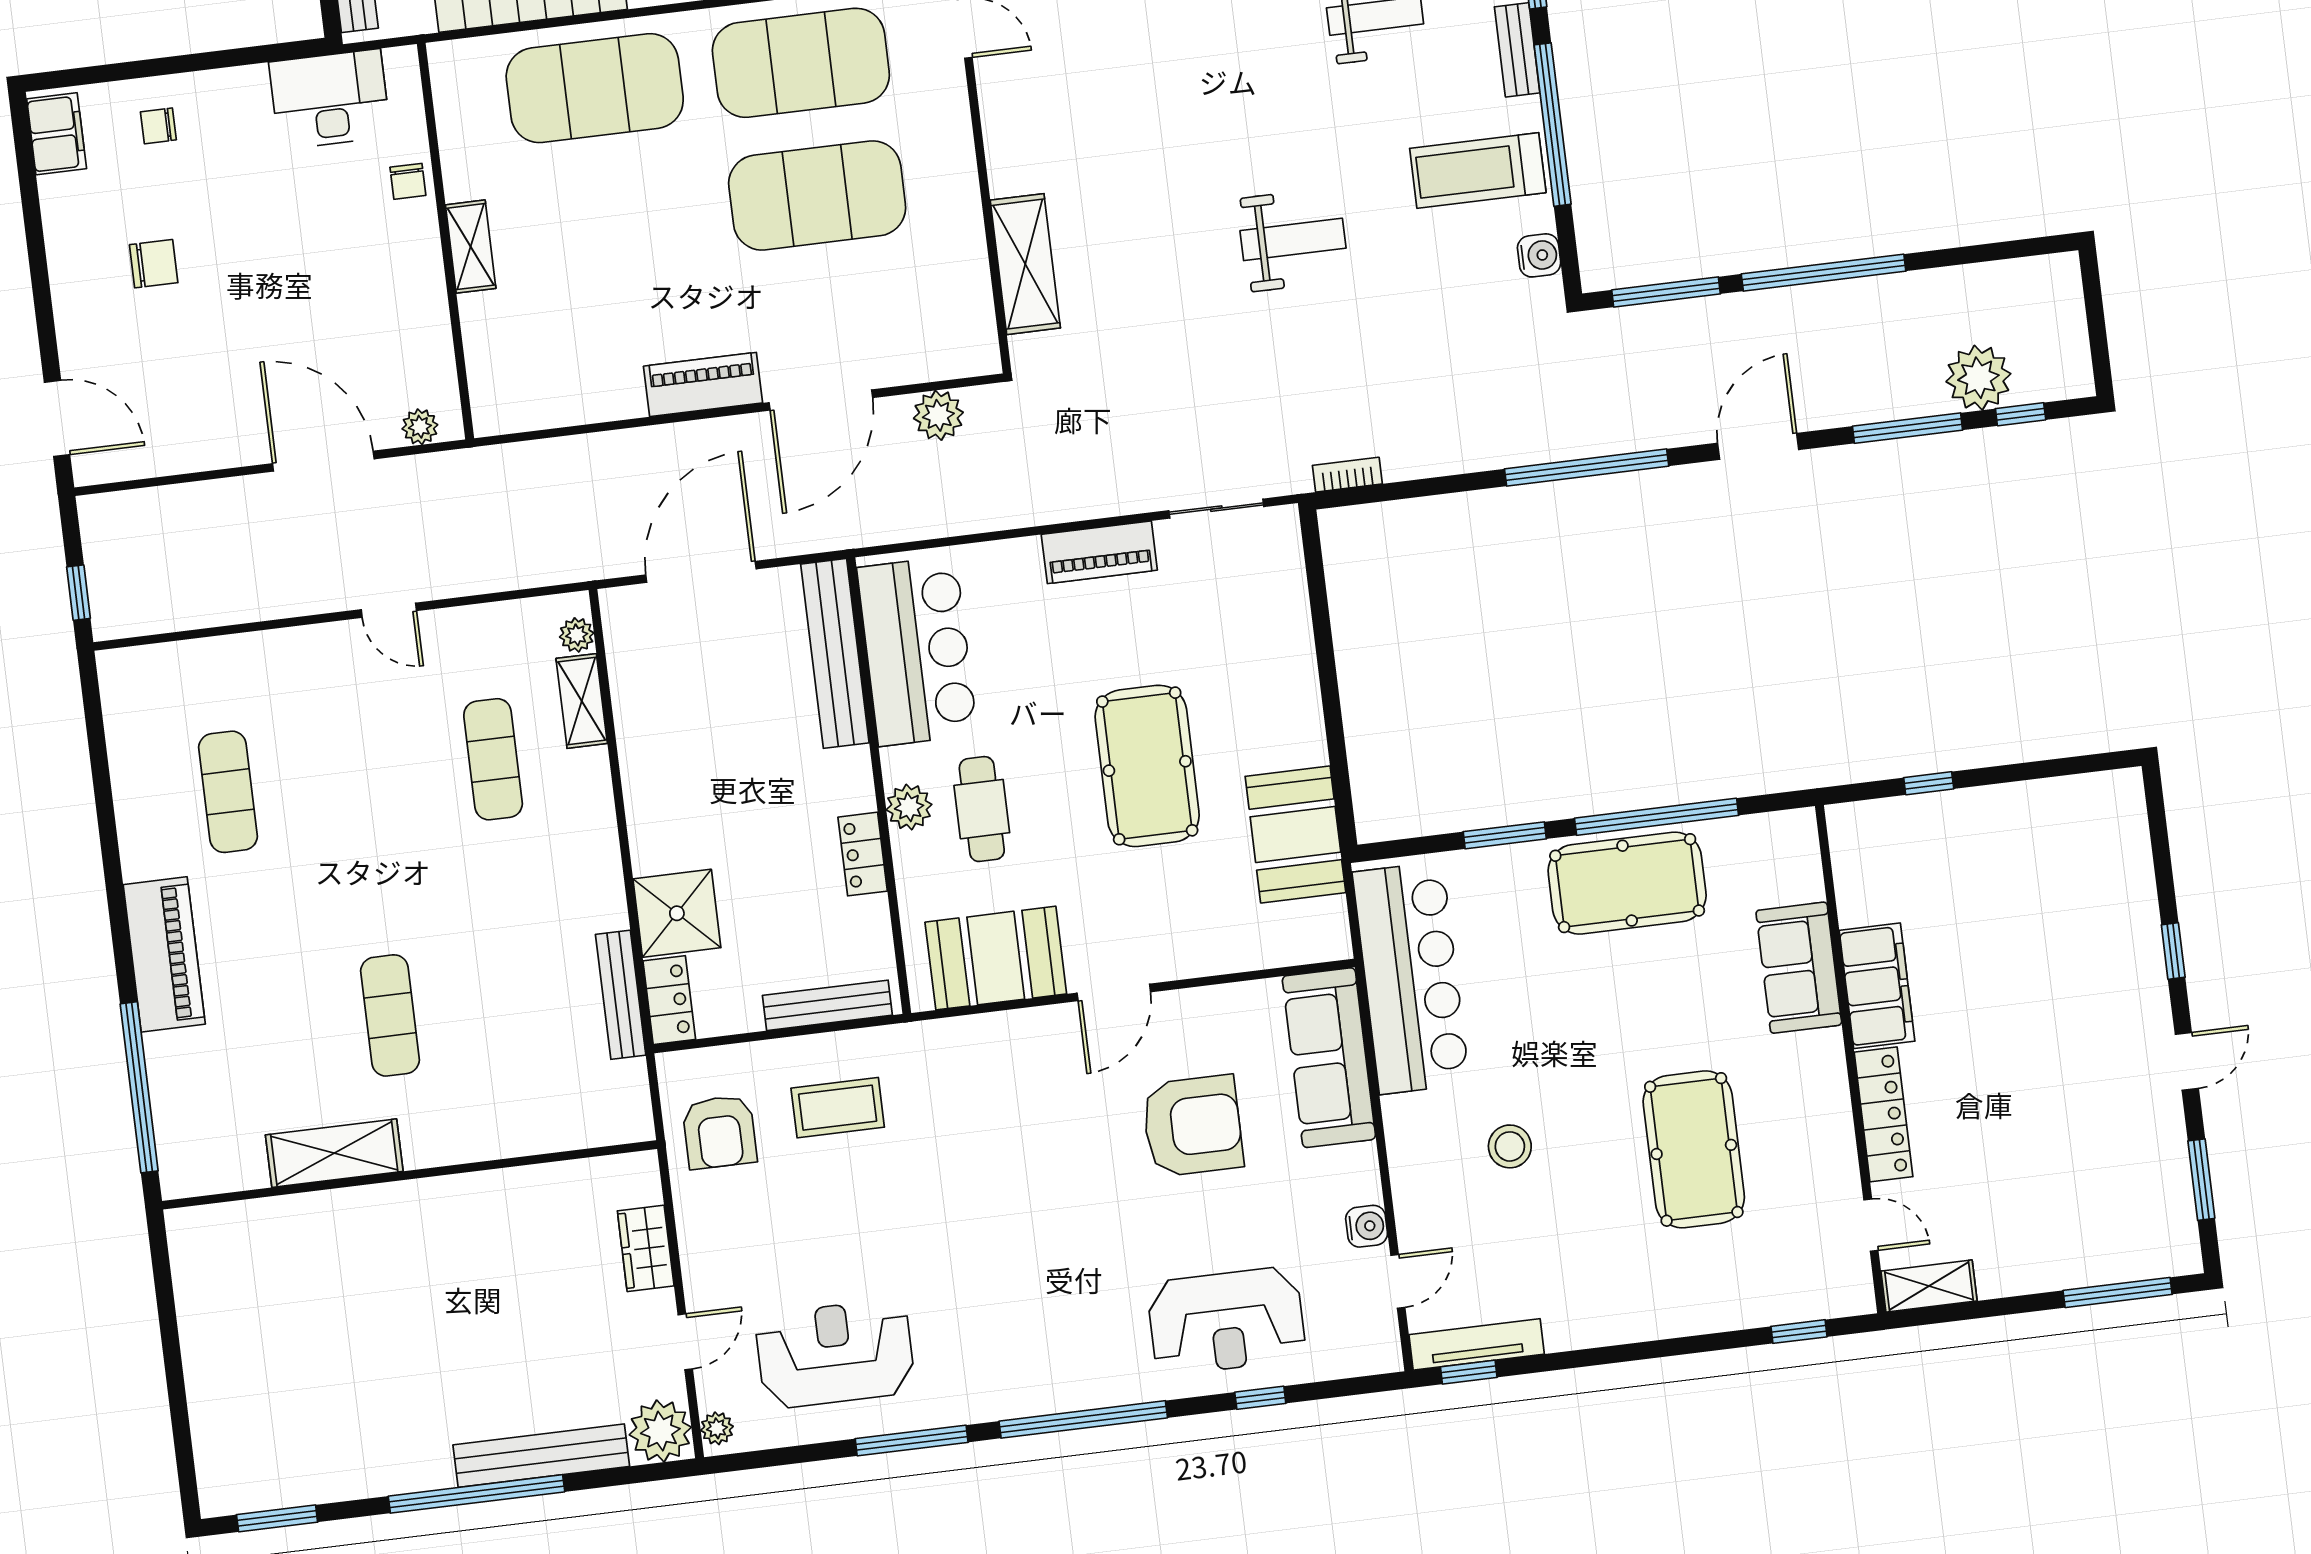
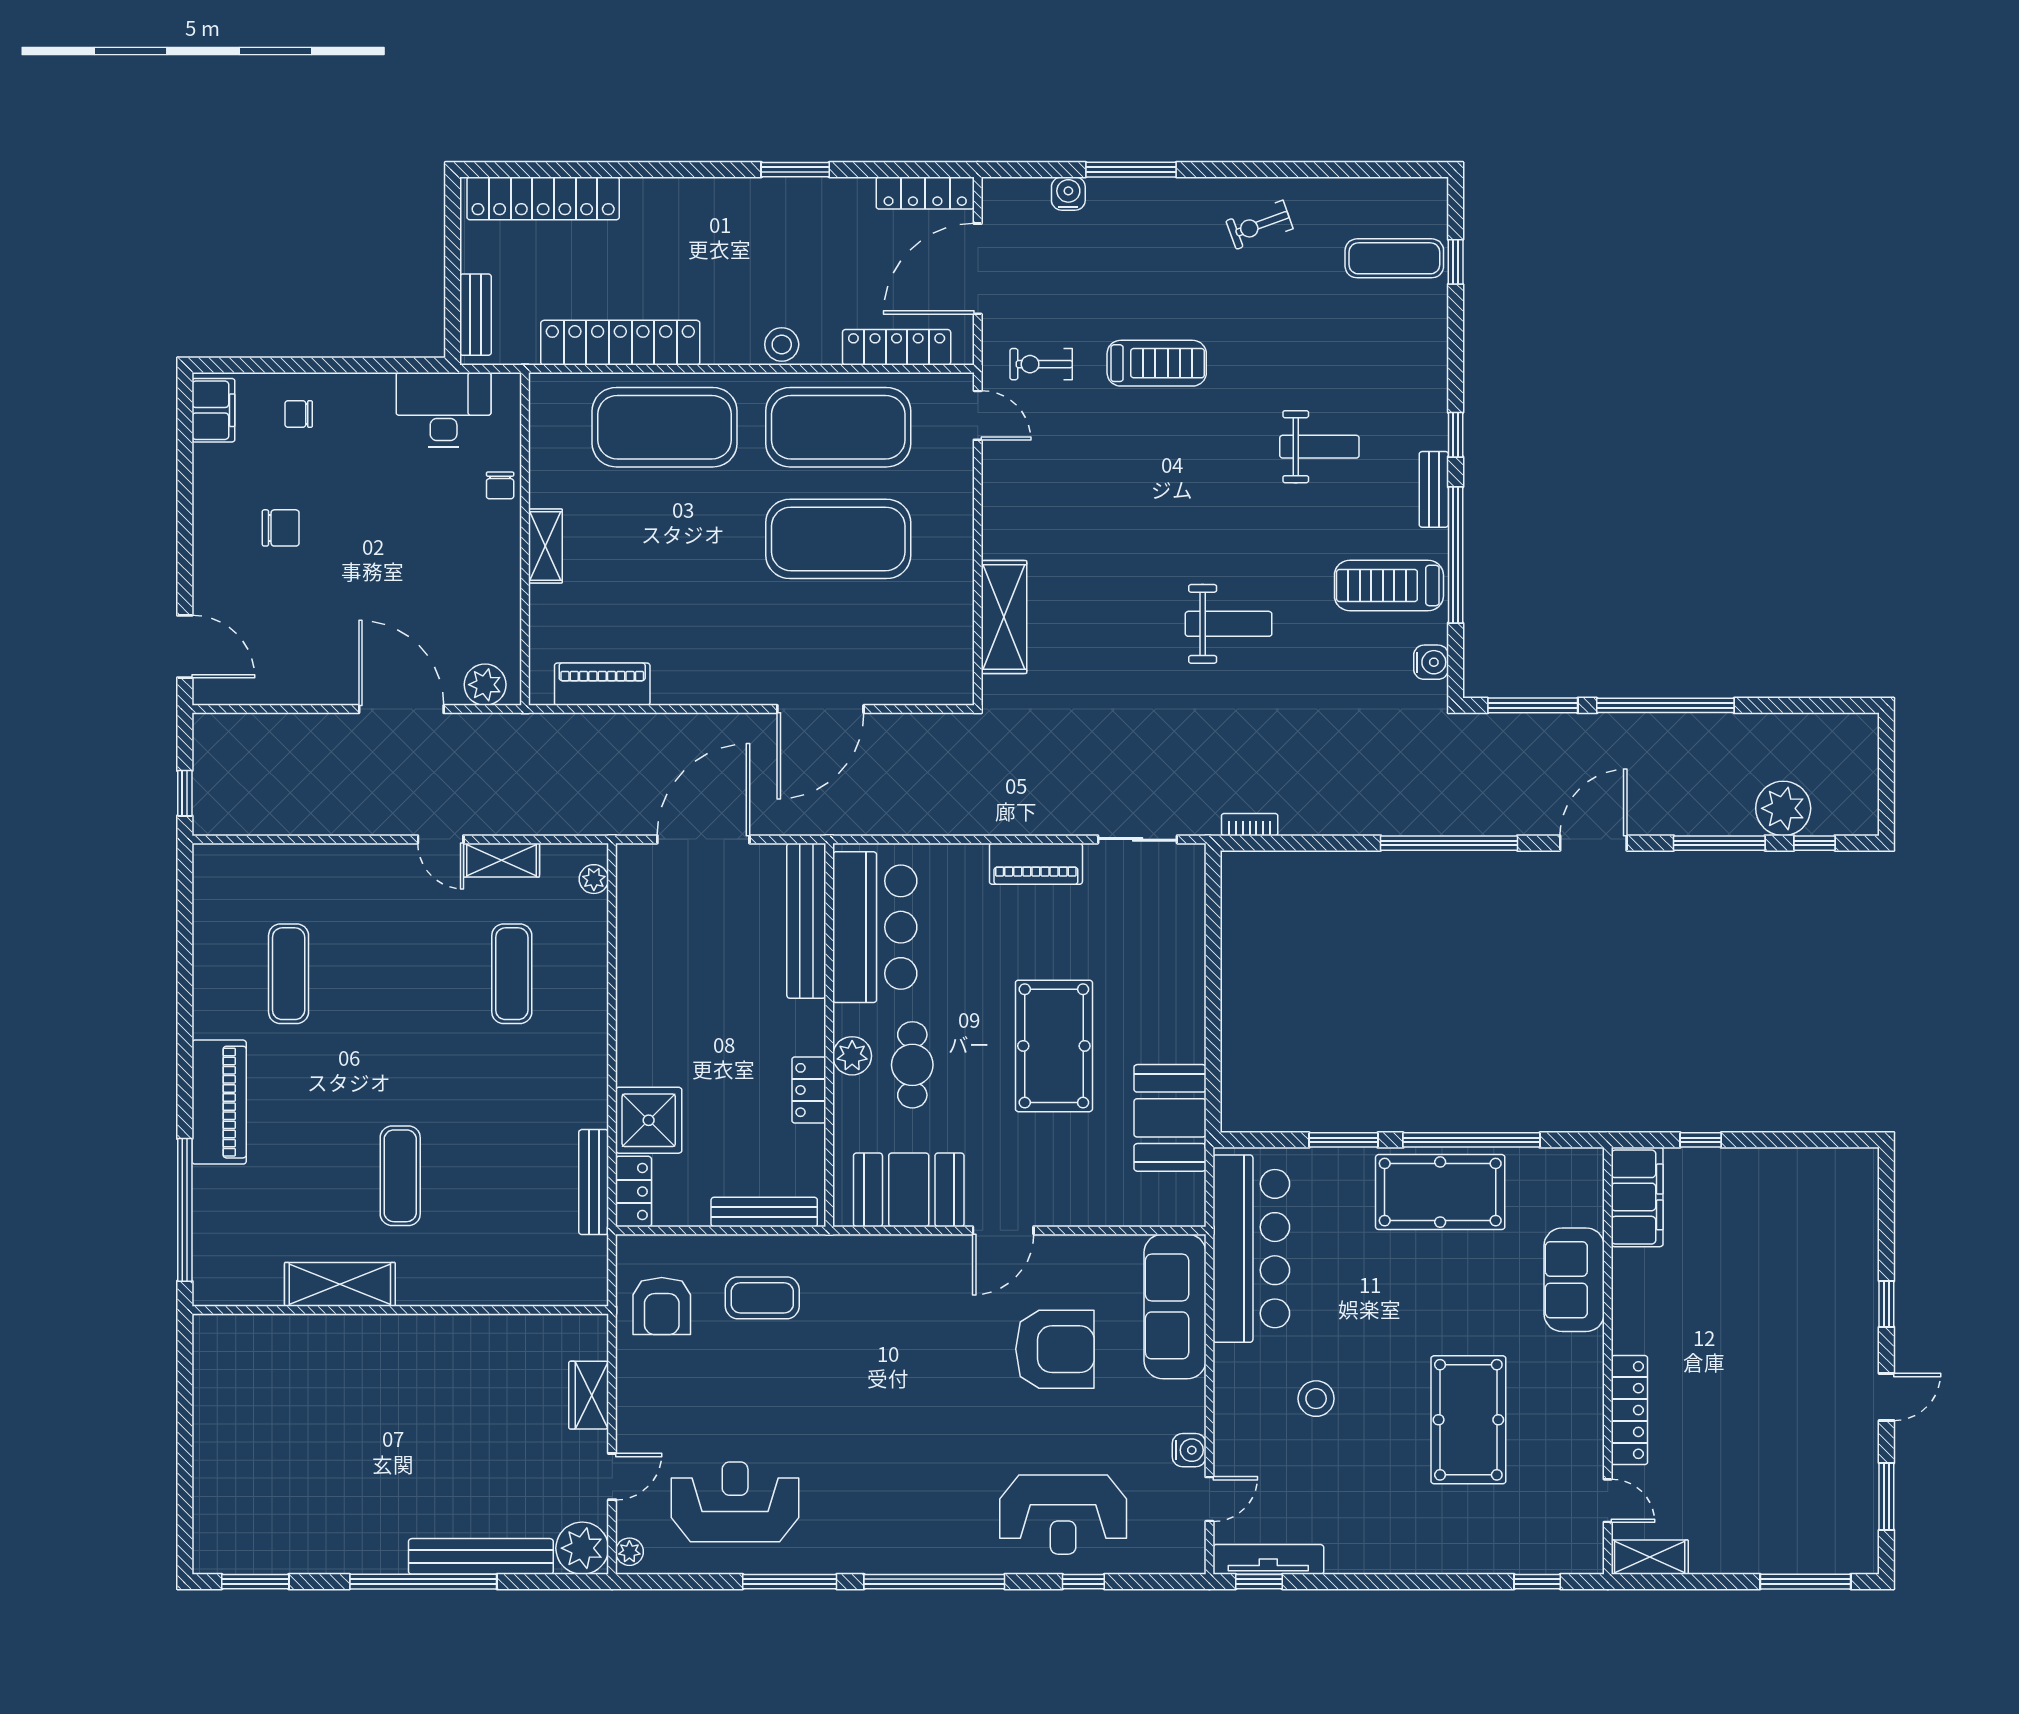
piano: (703, 385) -> (602, 684), moved
plant: (938, 415) -> (916, 734), removed
plant: (420, 427) -> (485, 685), width x1.38, depth x1.38
shelving: (582, 701) -> (501, 860), moved, turned 90
filing cabinet: (1877, 986) -> (1637, 1197), moved

